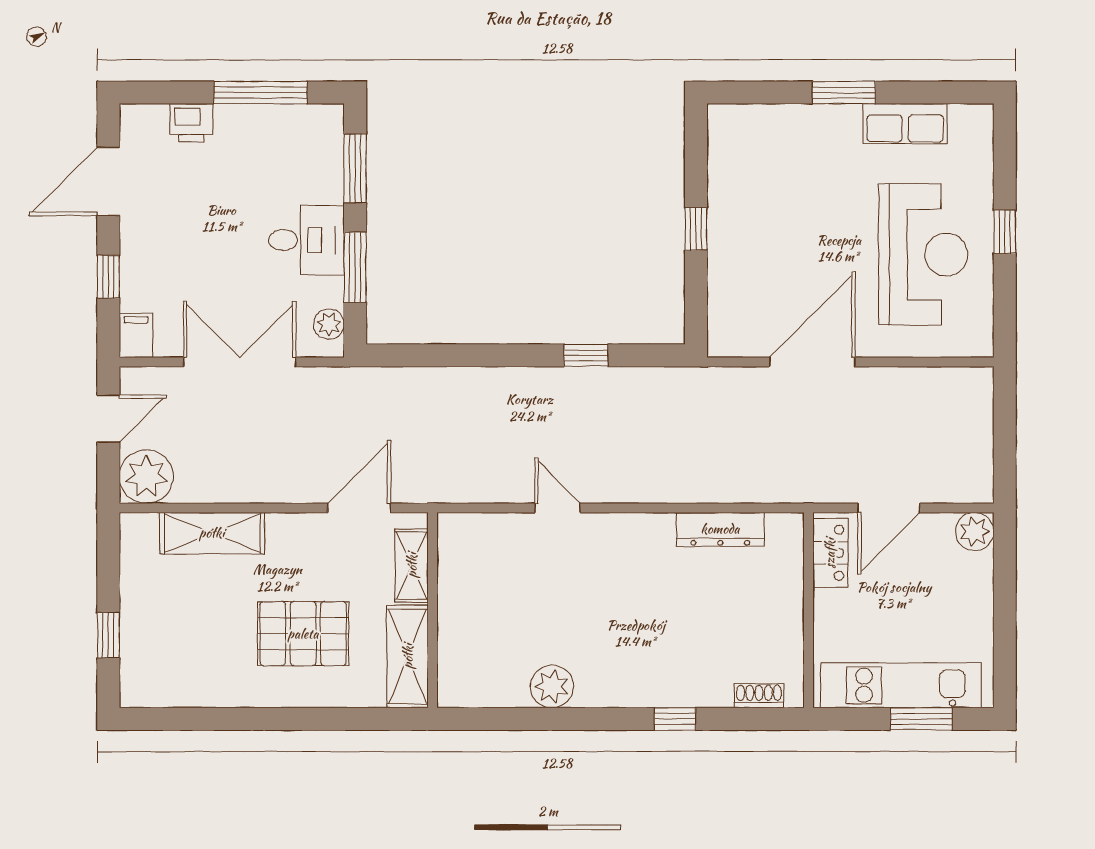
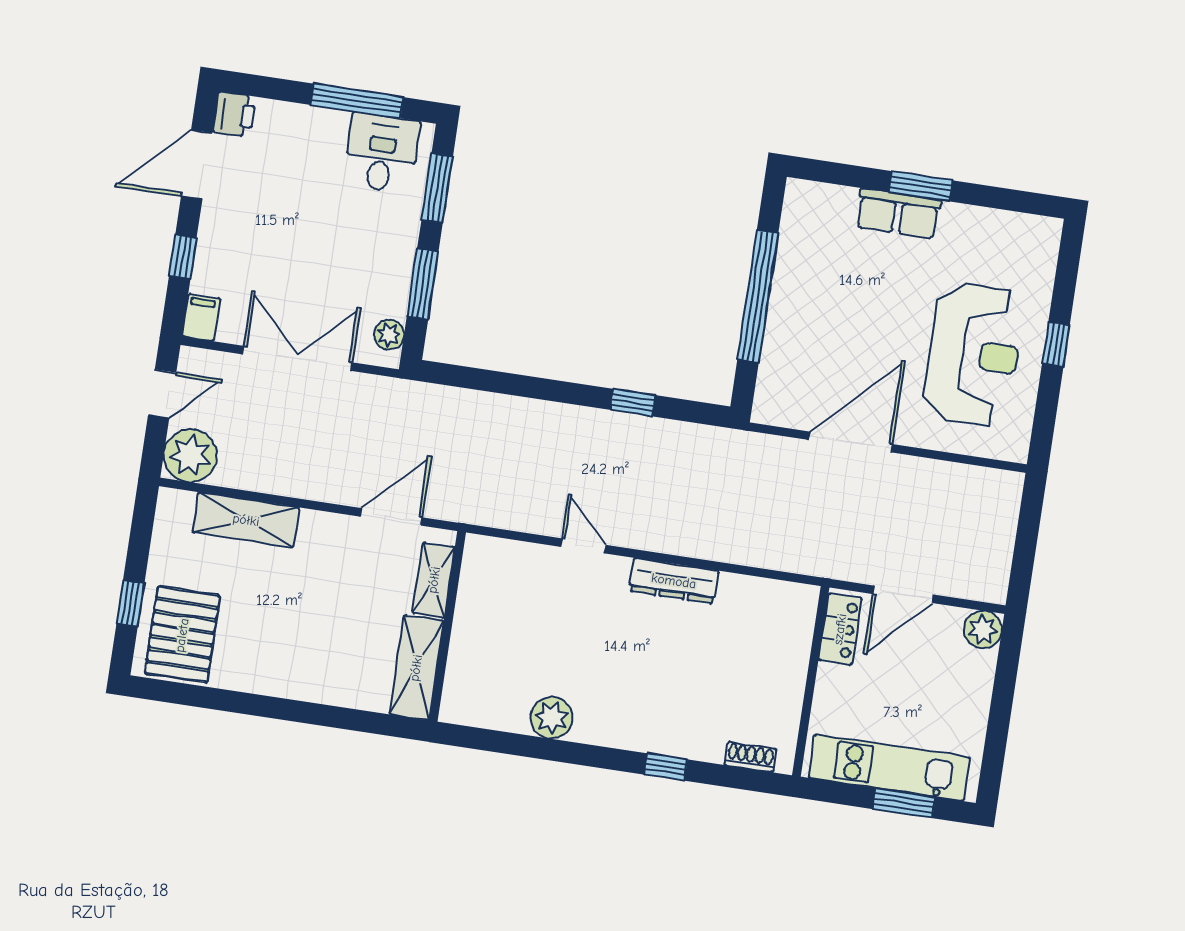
printer: (191, 123) -> (234, 114), moved, turned -90
row of seats: (905, 124) -> (898, 214), moved
window: (696, 229) -> (758, 297), width x3.17
desk: (306, 240) -> (382, 153), moved, turned -90
dresser: (720, 529) -> (674, 581), moved
pallet: (303, 634) -> (182, 635), moved, turned 90

